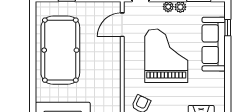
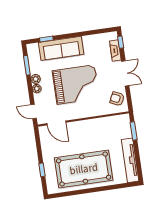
grand piano: (166, 56) -> (76, 85), turned 180

